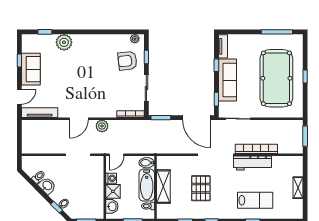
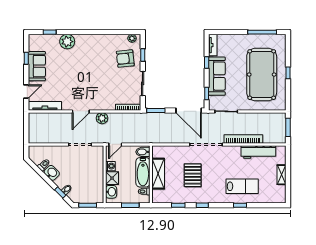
workbench: (252, 163) -> (258, 152), moved

